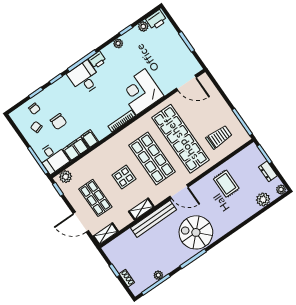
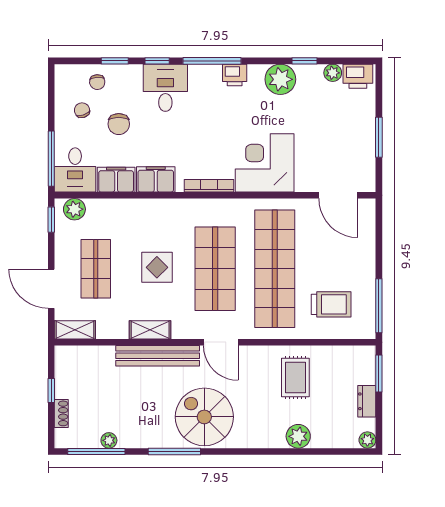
plant: (118, 43) -> (280, 79), width x1.87, depth x1.87
desk: (85, 78) -> (165, 88), moved
filing cabinet: (90, 139) -> (156, 179), width x2.00
plant: (263, 199) -> (298, 436), moved

